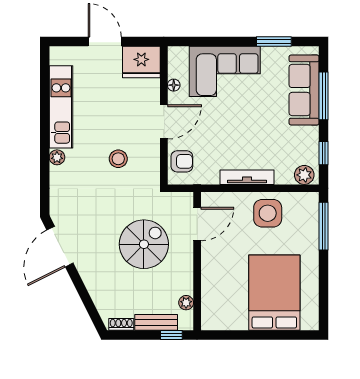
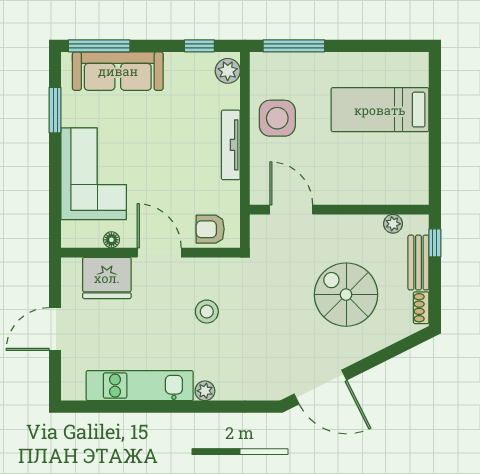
fridge: (141, 62) -> (107, 278), moved, turned 90
window: (324, 96) -> (99, 46), moved
armchair: (182, 161) -> (210, 229), turned -90
spiral stairs: (144, 244) -> (346, 295), moved
bed: (274, 293) -> (380, 110), width x0.67

